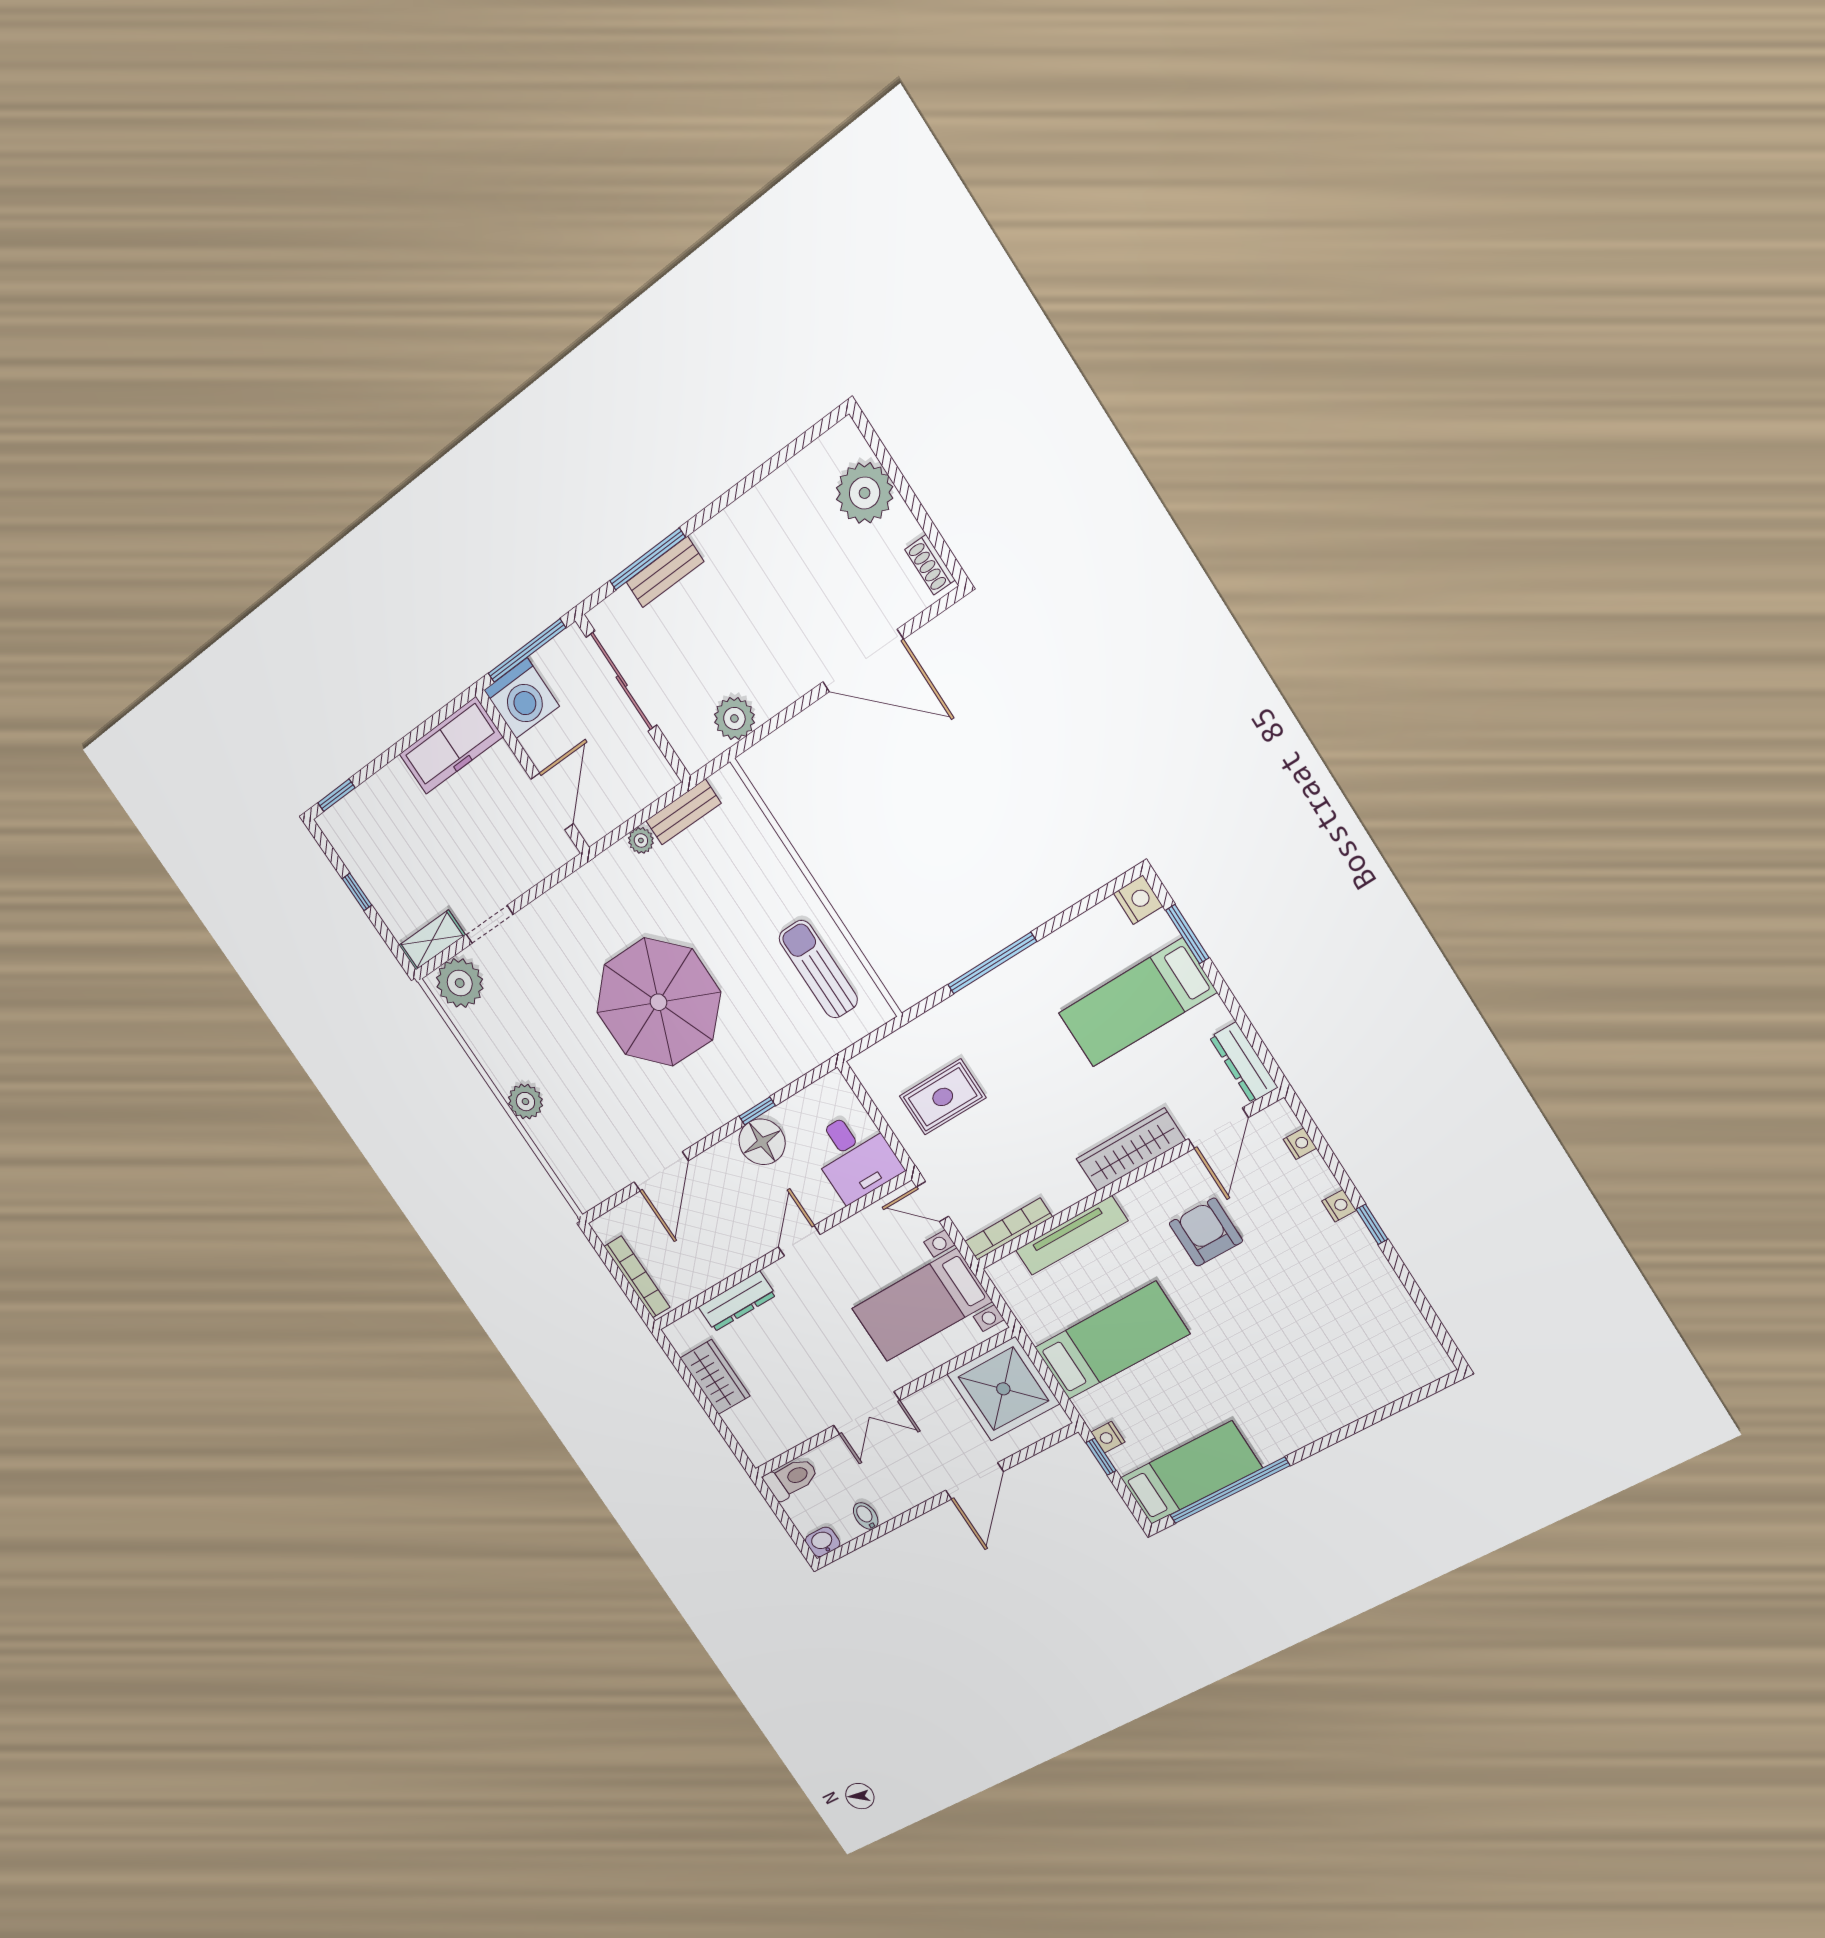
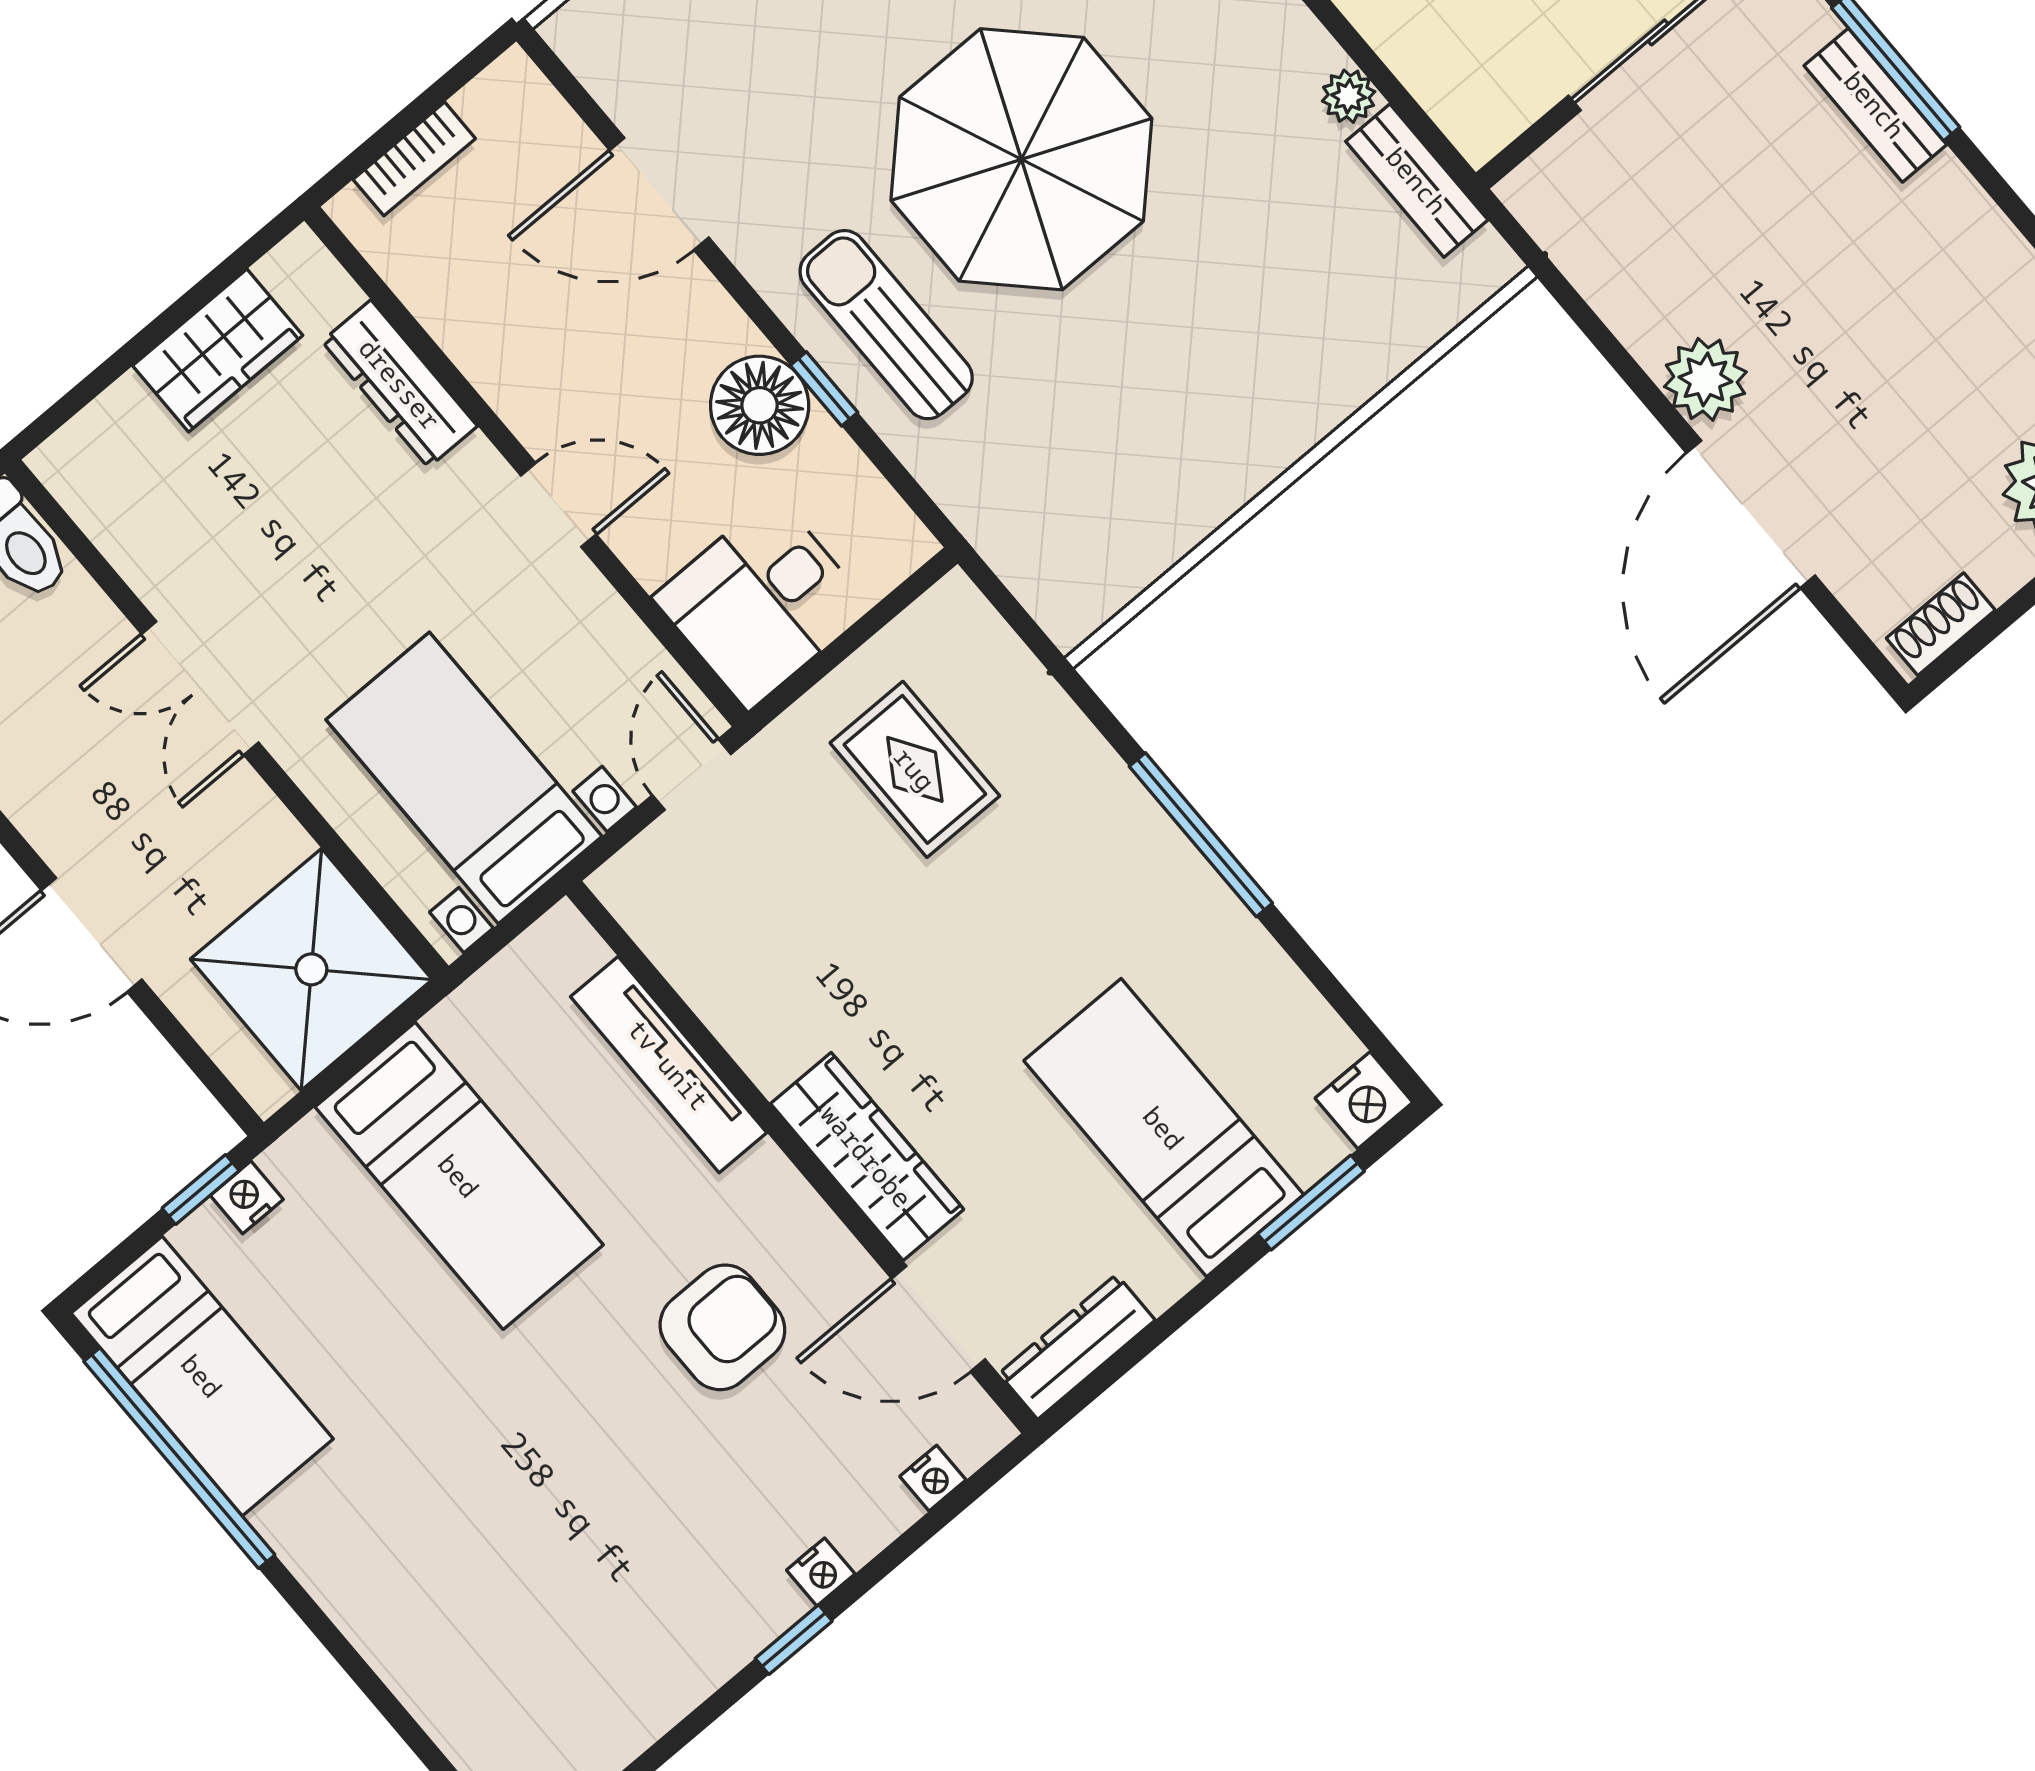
plant: (734, 718) -> (1705, 379), moved
sun lounger: (818, 969) -> (886, 325), moved, turned -90
bookcase: (1008, 1229) -> (660, 936), removed
bookcase: (637, 1277) -> (414, 159), width x0.64

